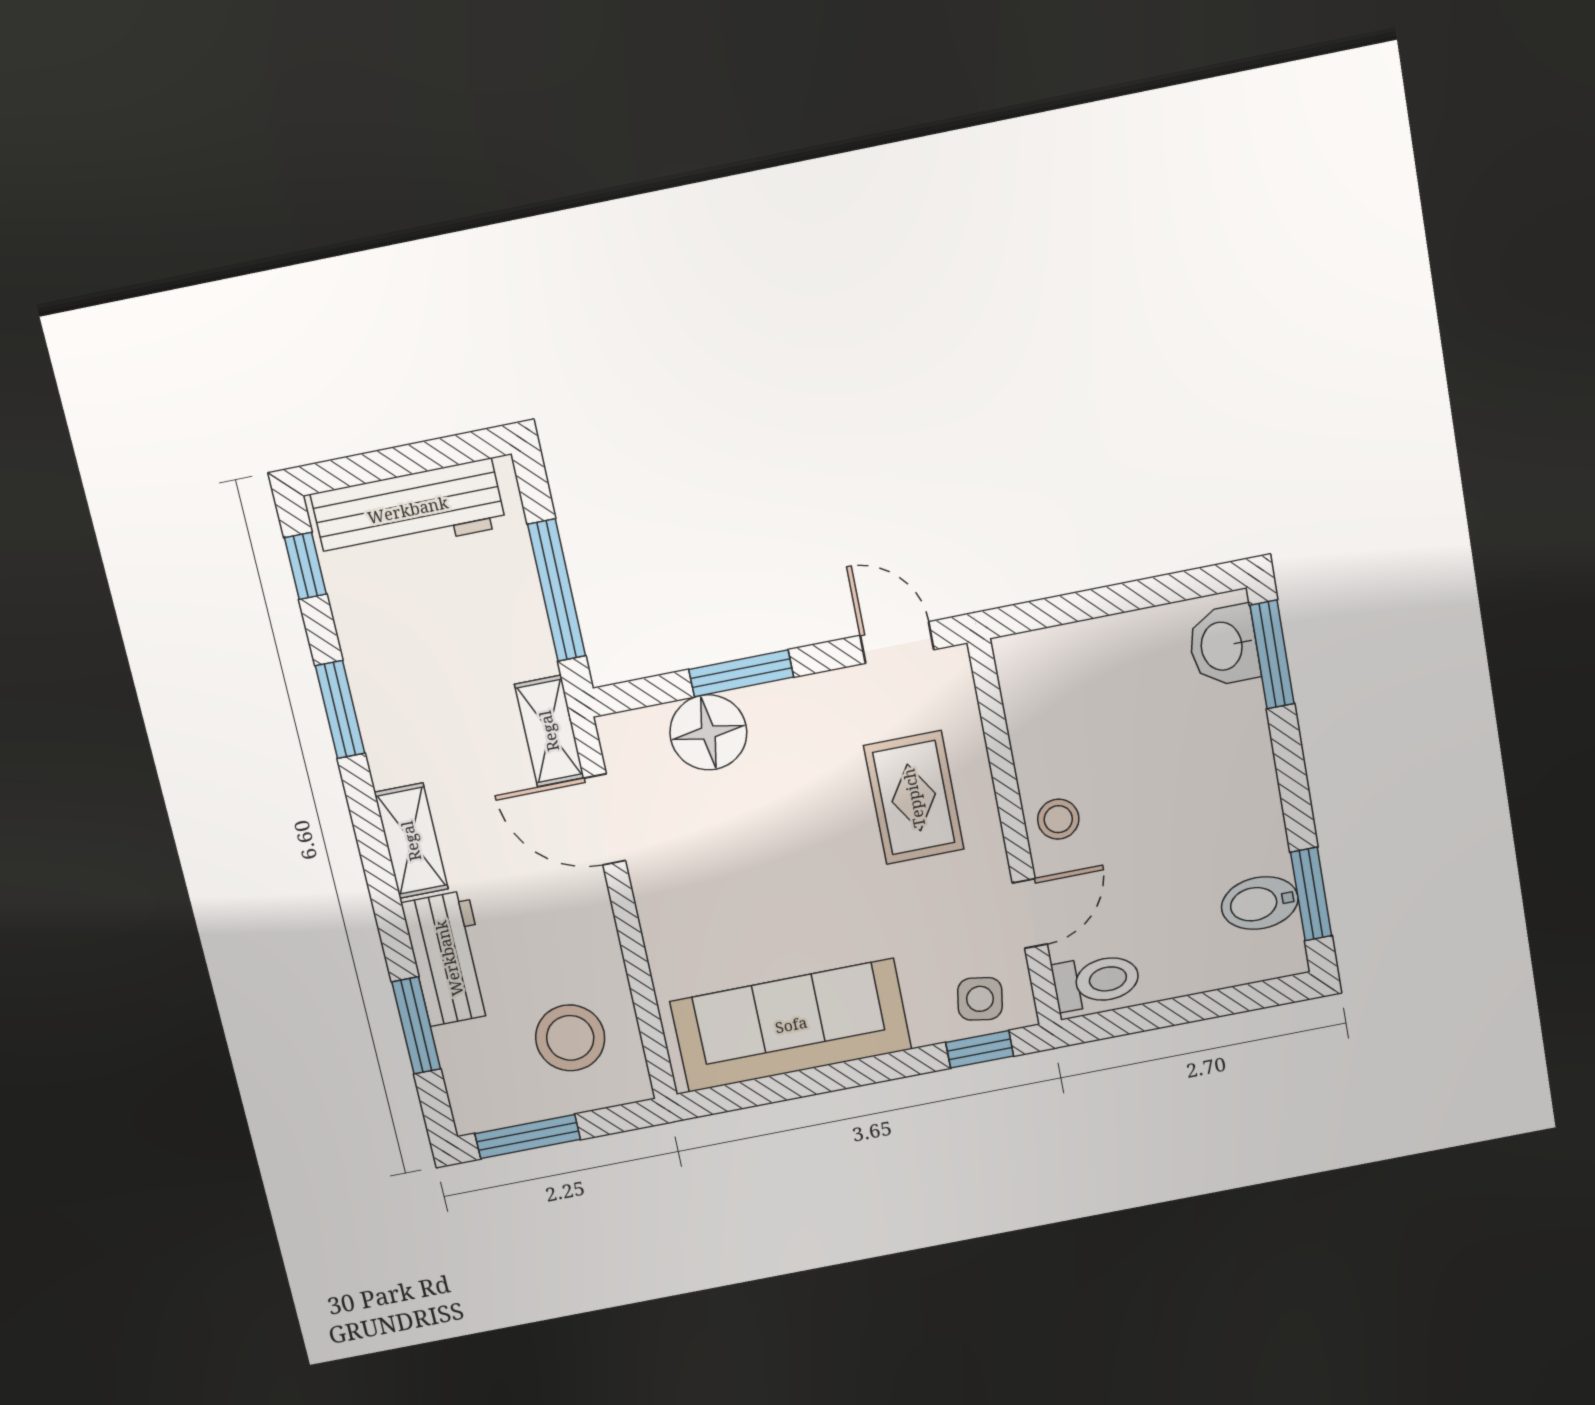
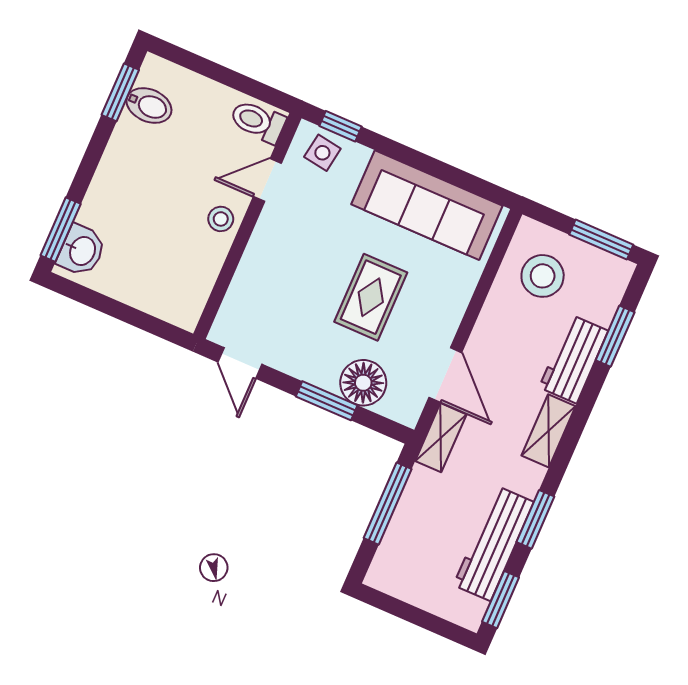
workbench: (408, 510) -> (494, 543), moved, turned -90
window: (305, 566) -> (501, 600), width x1.50
rug: (914, 798) -> (371, 297), moved

